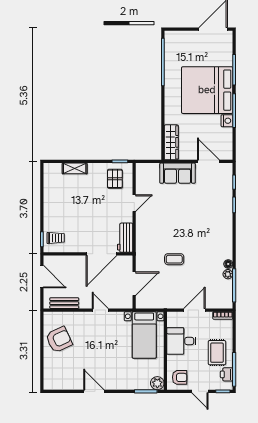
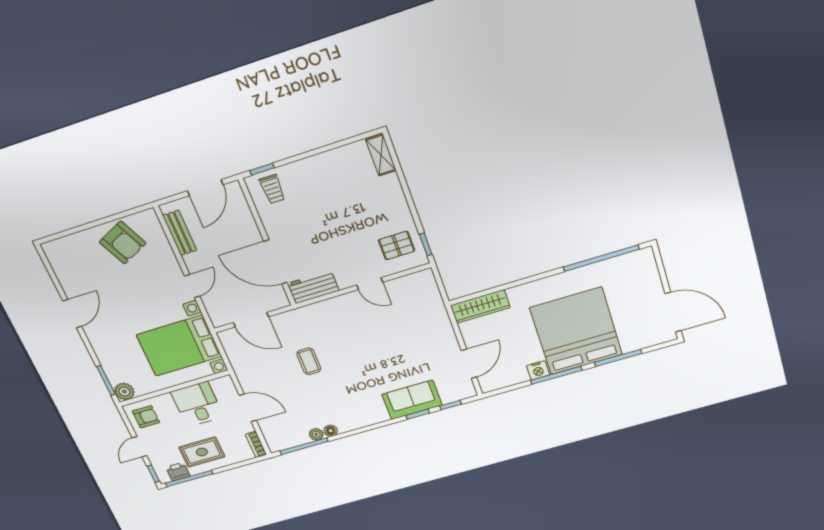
shelving: (75, 168) -> (381, 155), moved
sofa: (178, 173) -> (412, 400), moved, turned 90
bed with nightstands: (144, 335) -> (179, 346), width x1.36
armchair: (180, 377) -> (146, 417), turned -90

